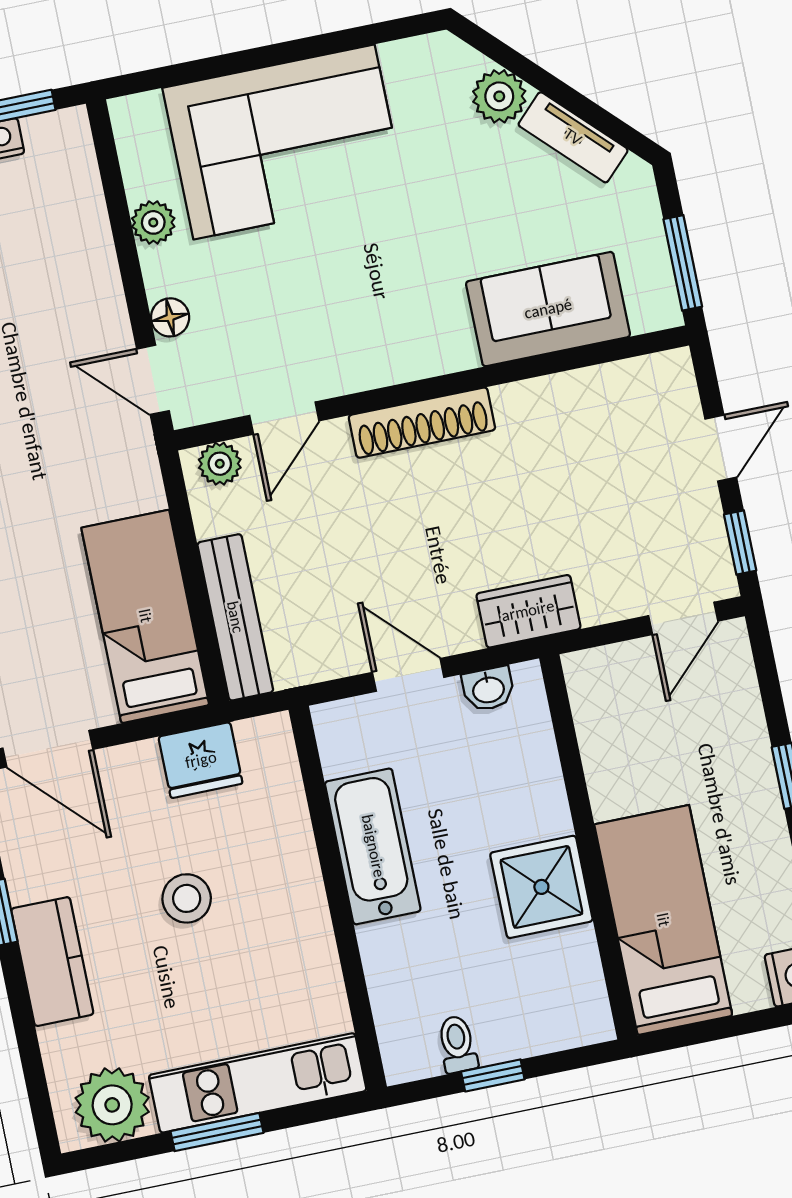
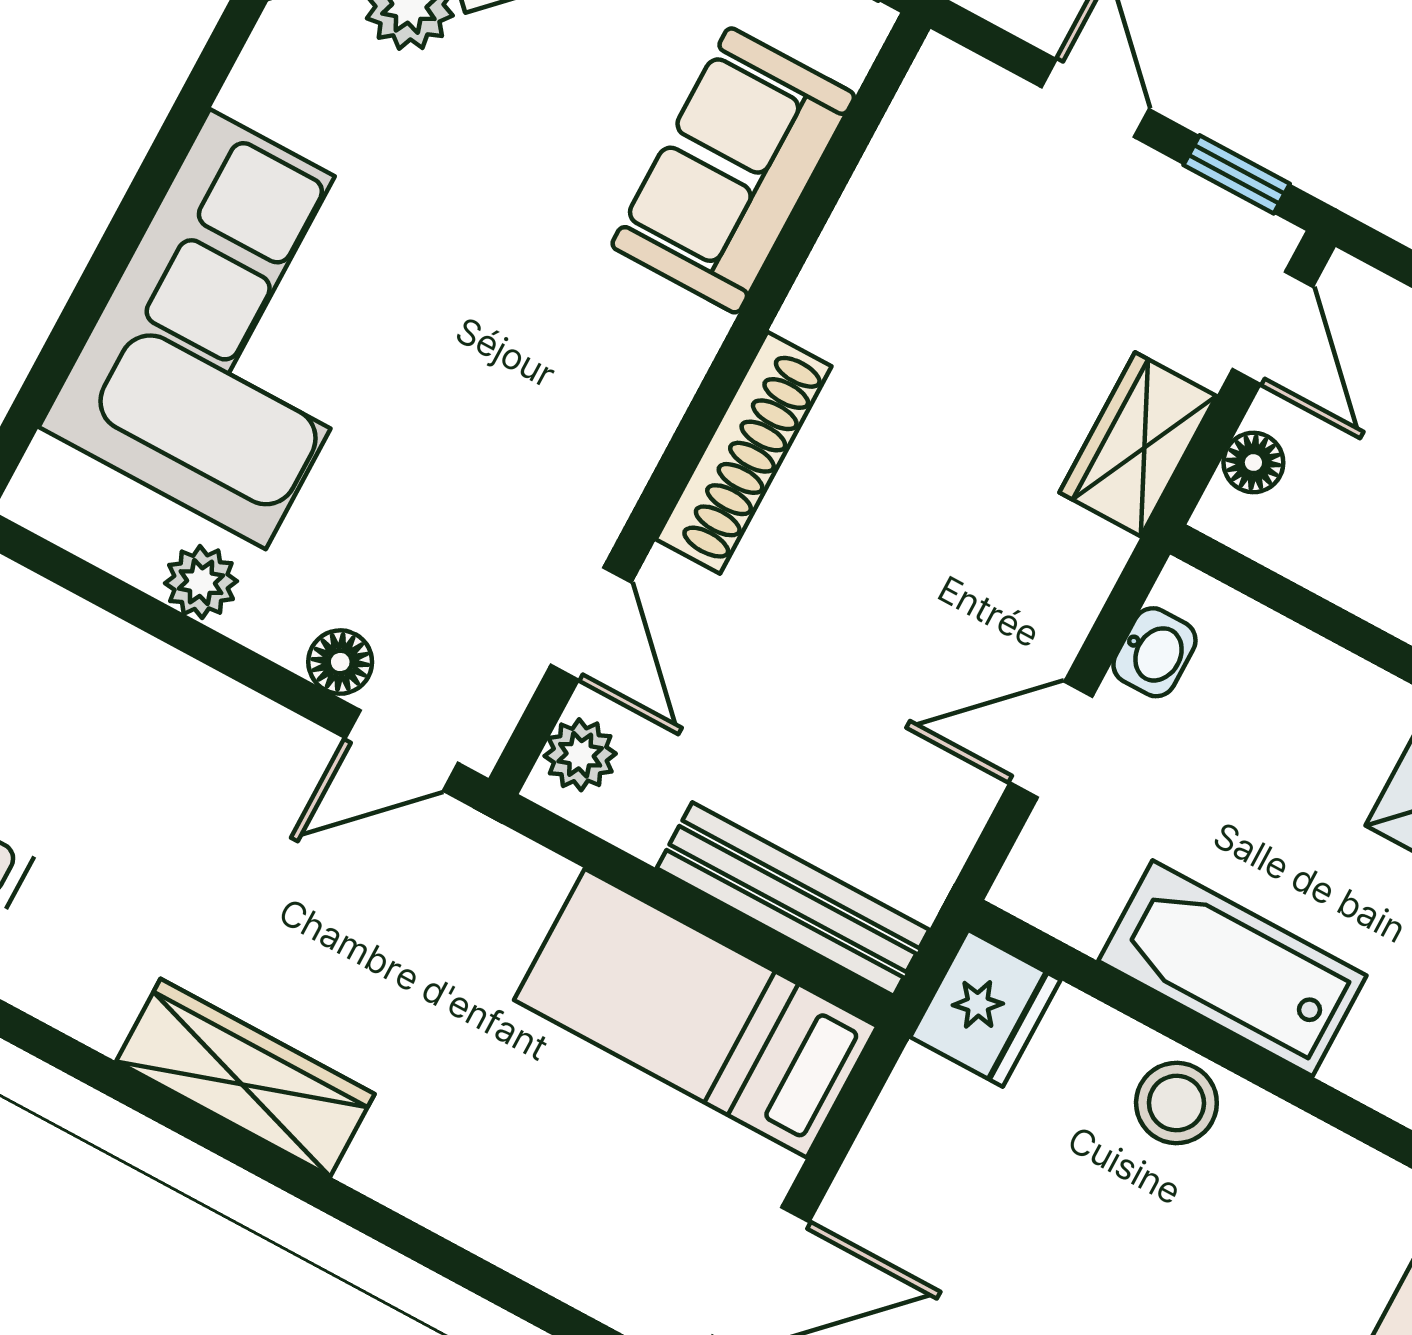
wardrobe: (528, 611) -> (1138, 444), moved
floor lamp: (614, 661) -> (1253, 463), added
fridge: (201, 760) -> (985, 1008), moved
stool: (187, 898) -> (1176, 1103), moved

